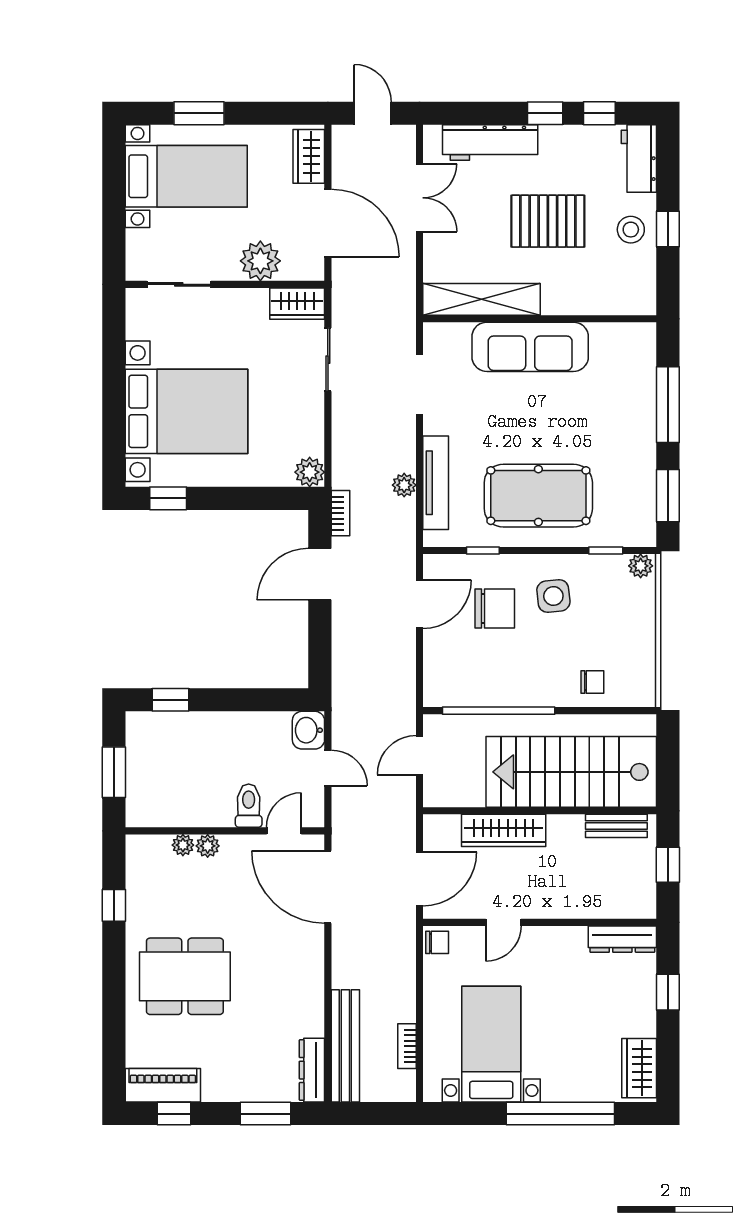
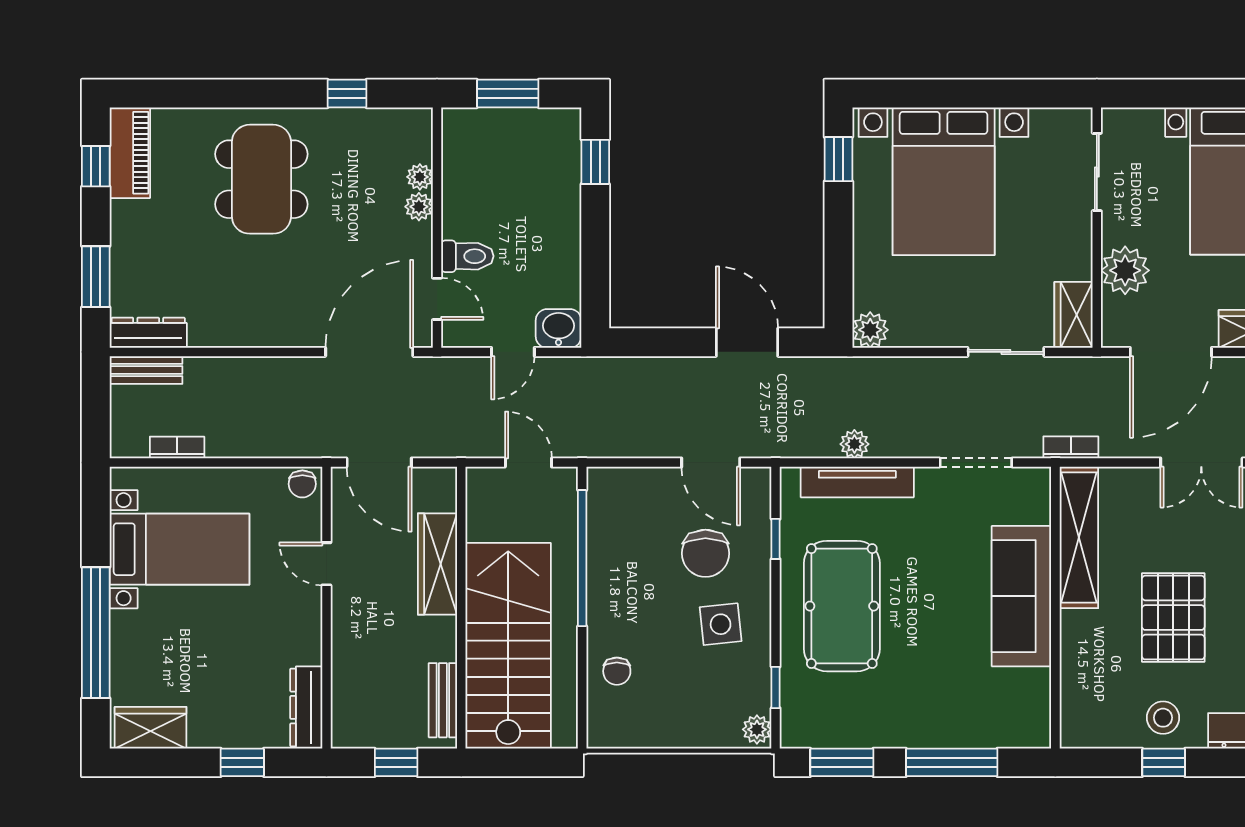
bookcase: (340, 513) -> (1071, 447), moved, turned 180
bench: (345, 1046) -> (146, 370), width x0.54, depth x0.82

